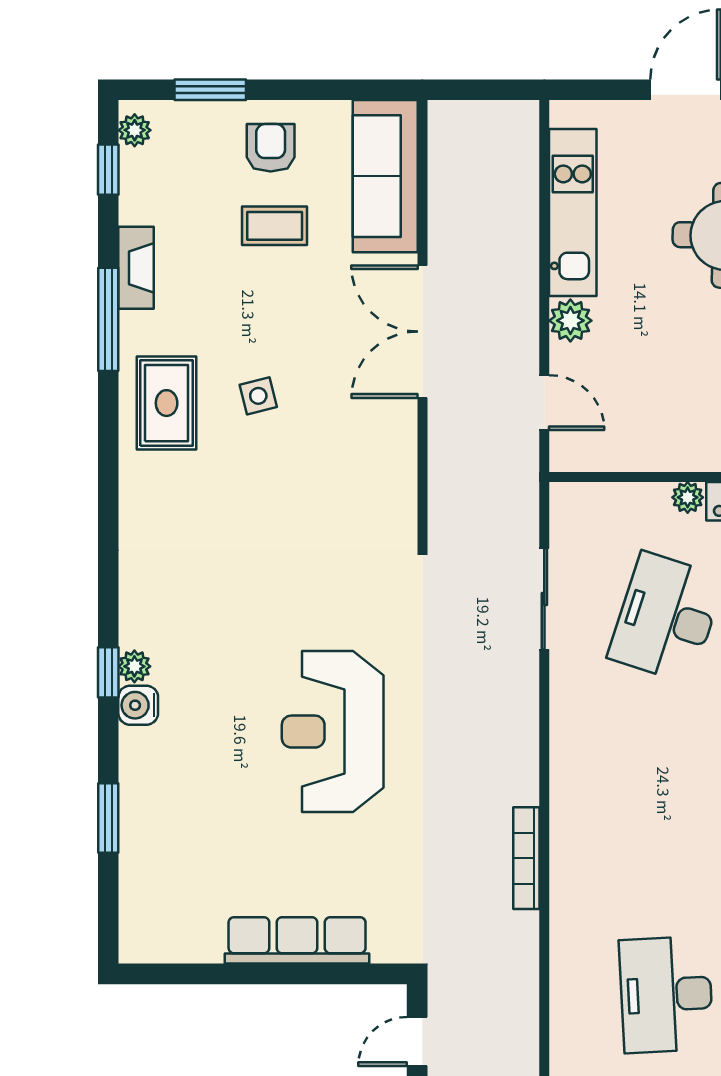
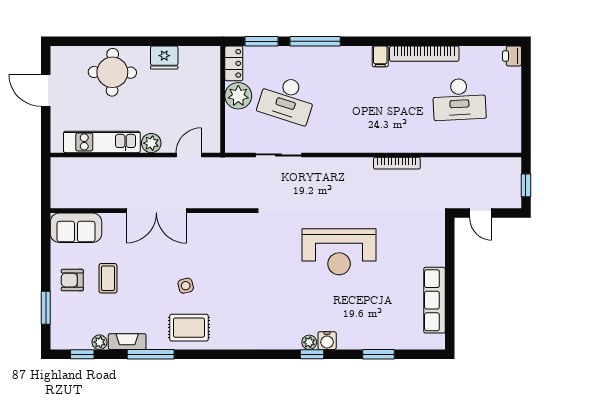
plant: (135, 130) -> (100, 342), moved
sofa: (385, 176) -> (76, 228), width x0.73
plant: (688, 497) -> (238, 96), width x1.87, depth x1.87
row of seats: (297, 940) -> (434, 300), moved

